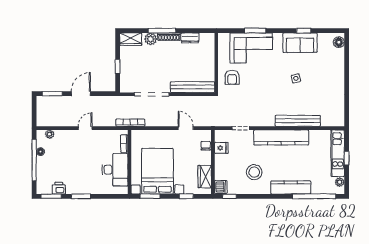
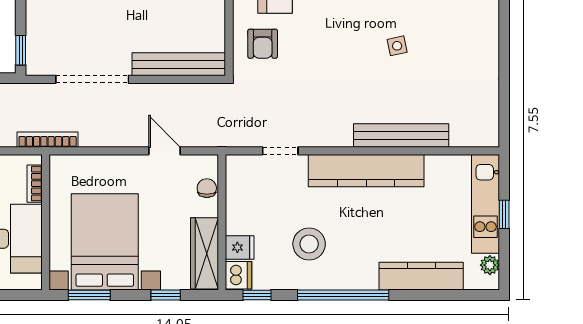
window: (118, 66) -> (21, 50), moved
fridge: (221, 148) -> (240, 247), moved
wardrobe: (205, 177) -> (205, 253), width x1.50
kitchen counter: (291, 187) -> (421, 276), moved
window: (314, 196) -> (343, 295), moved

